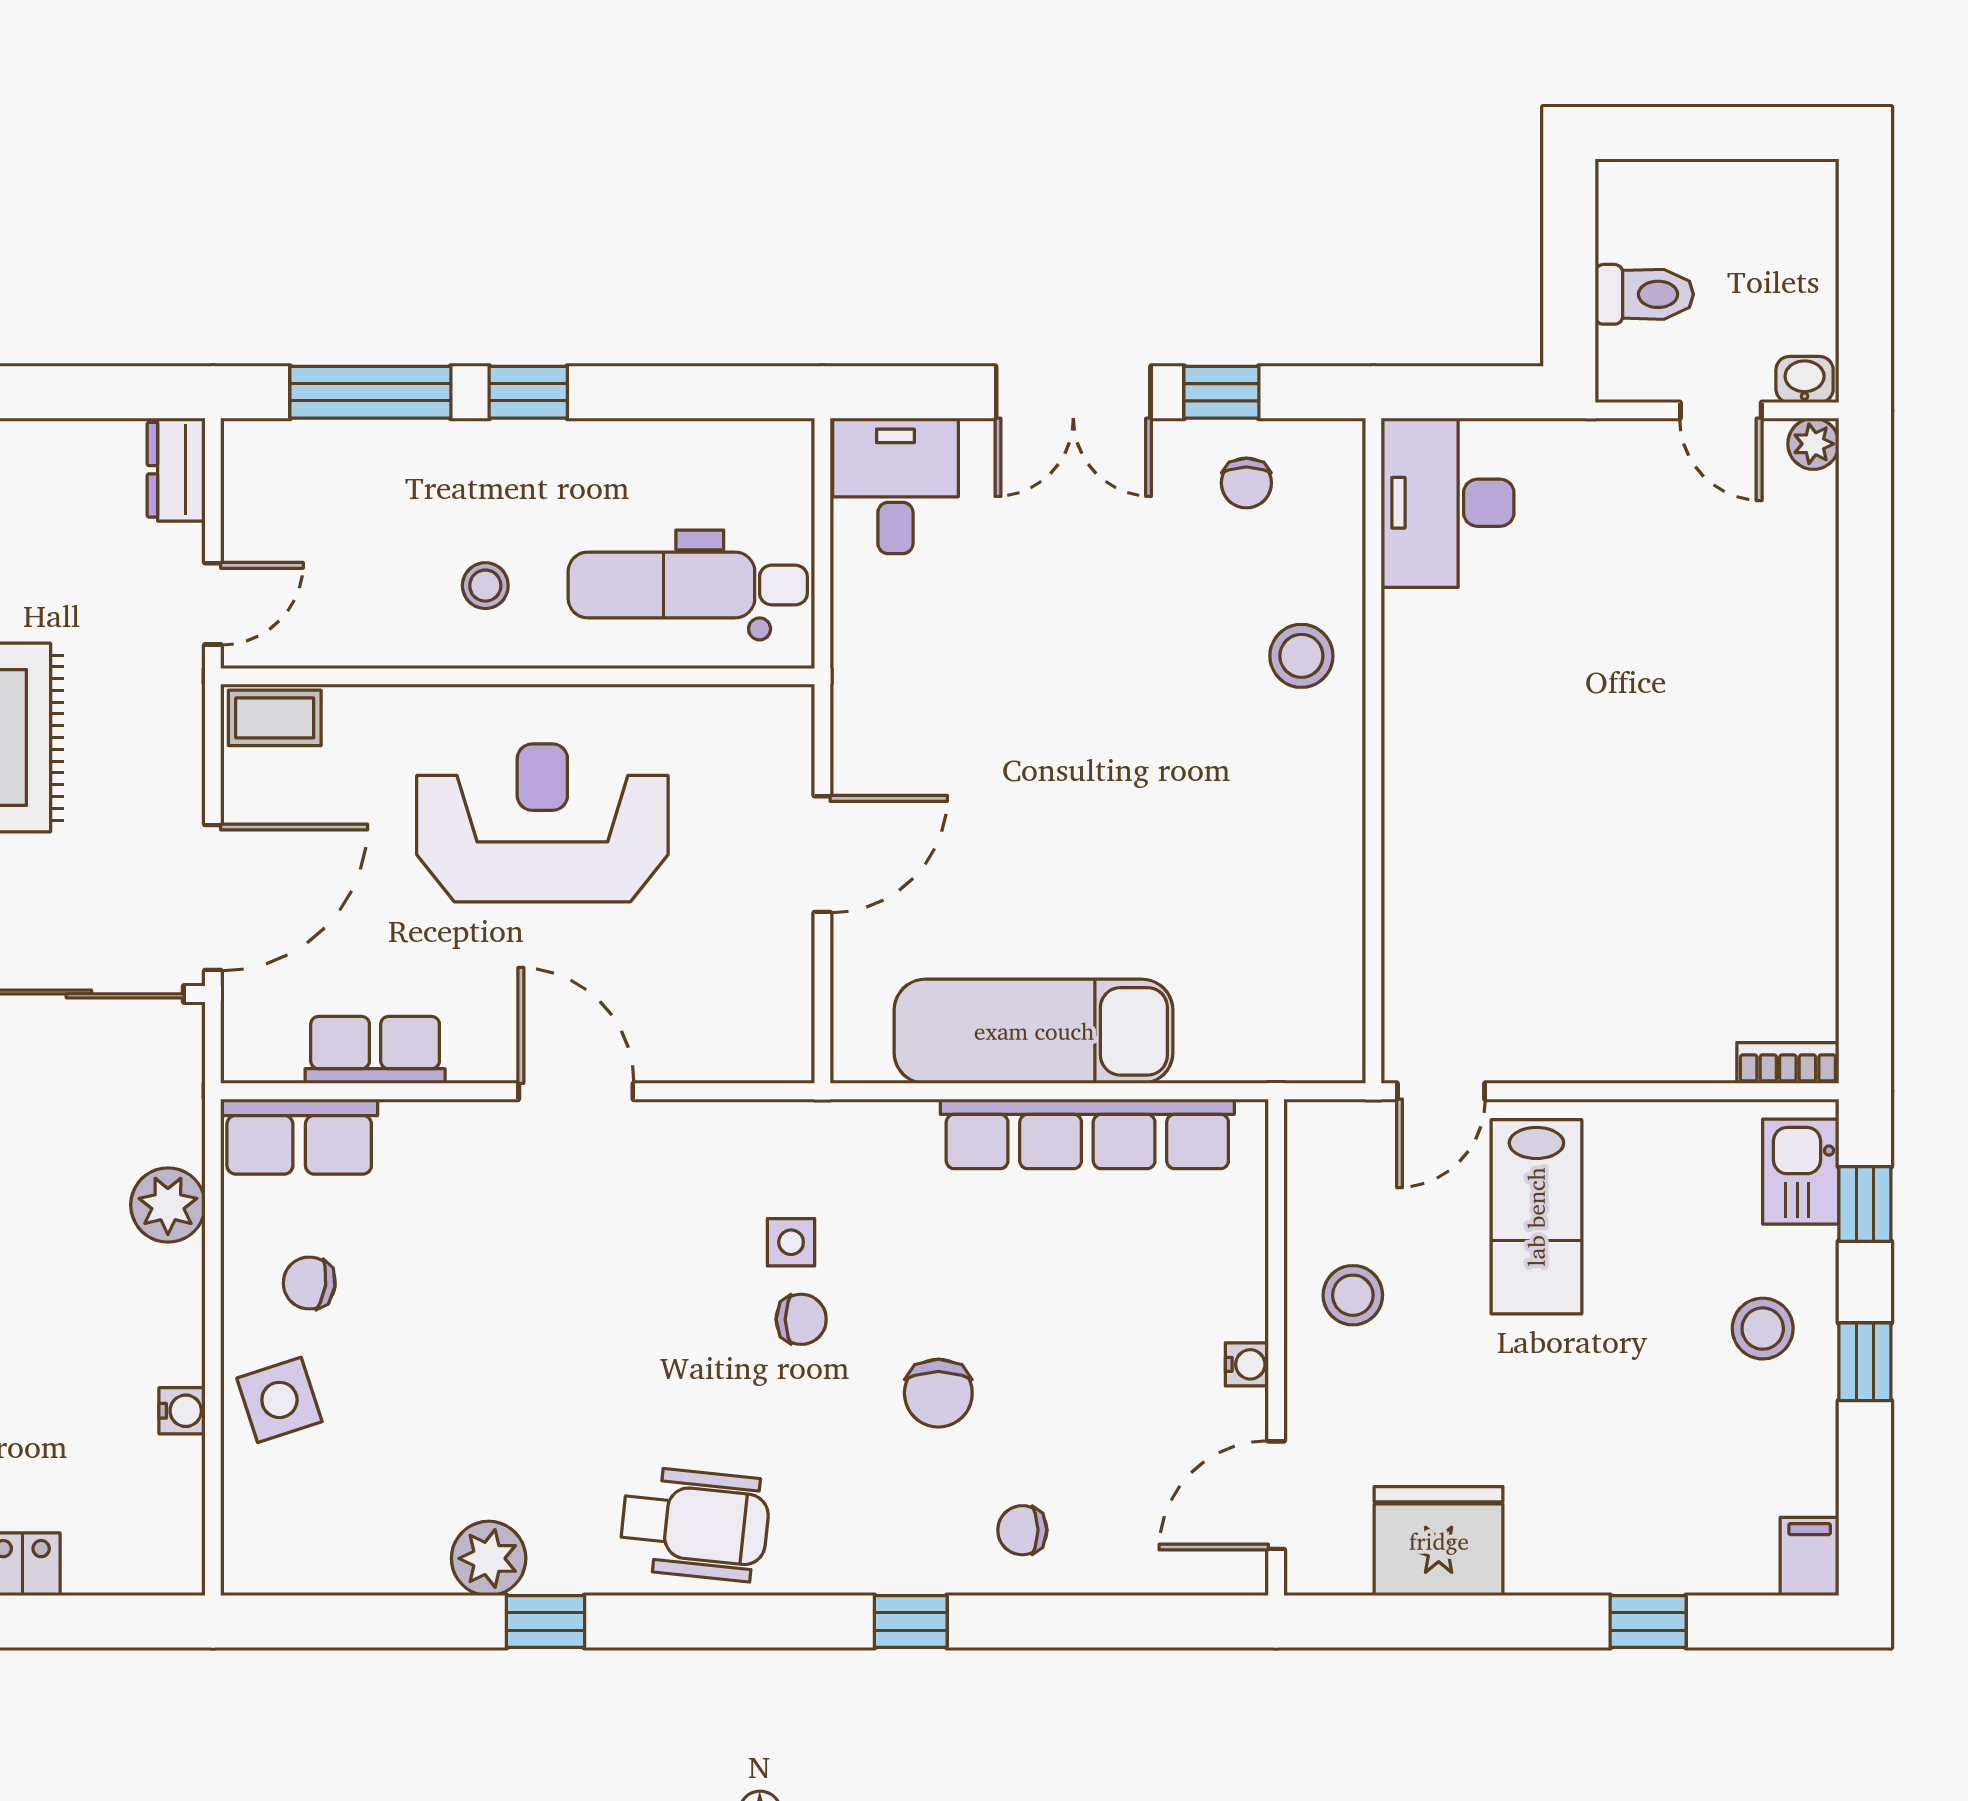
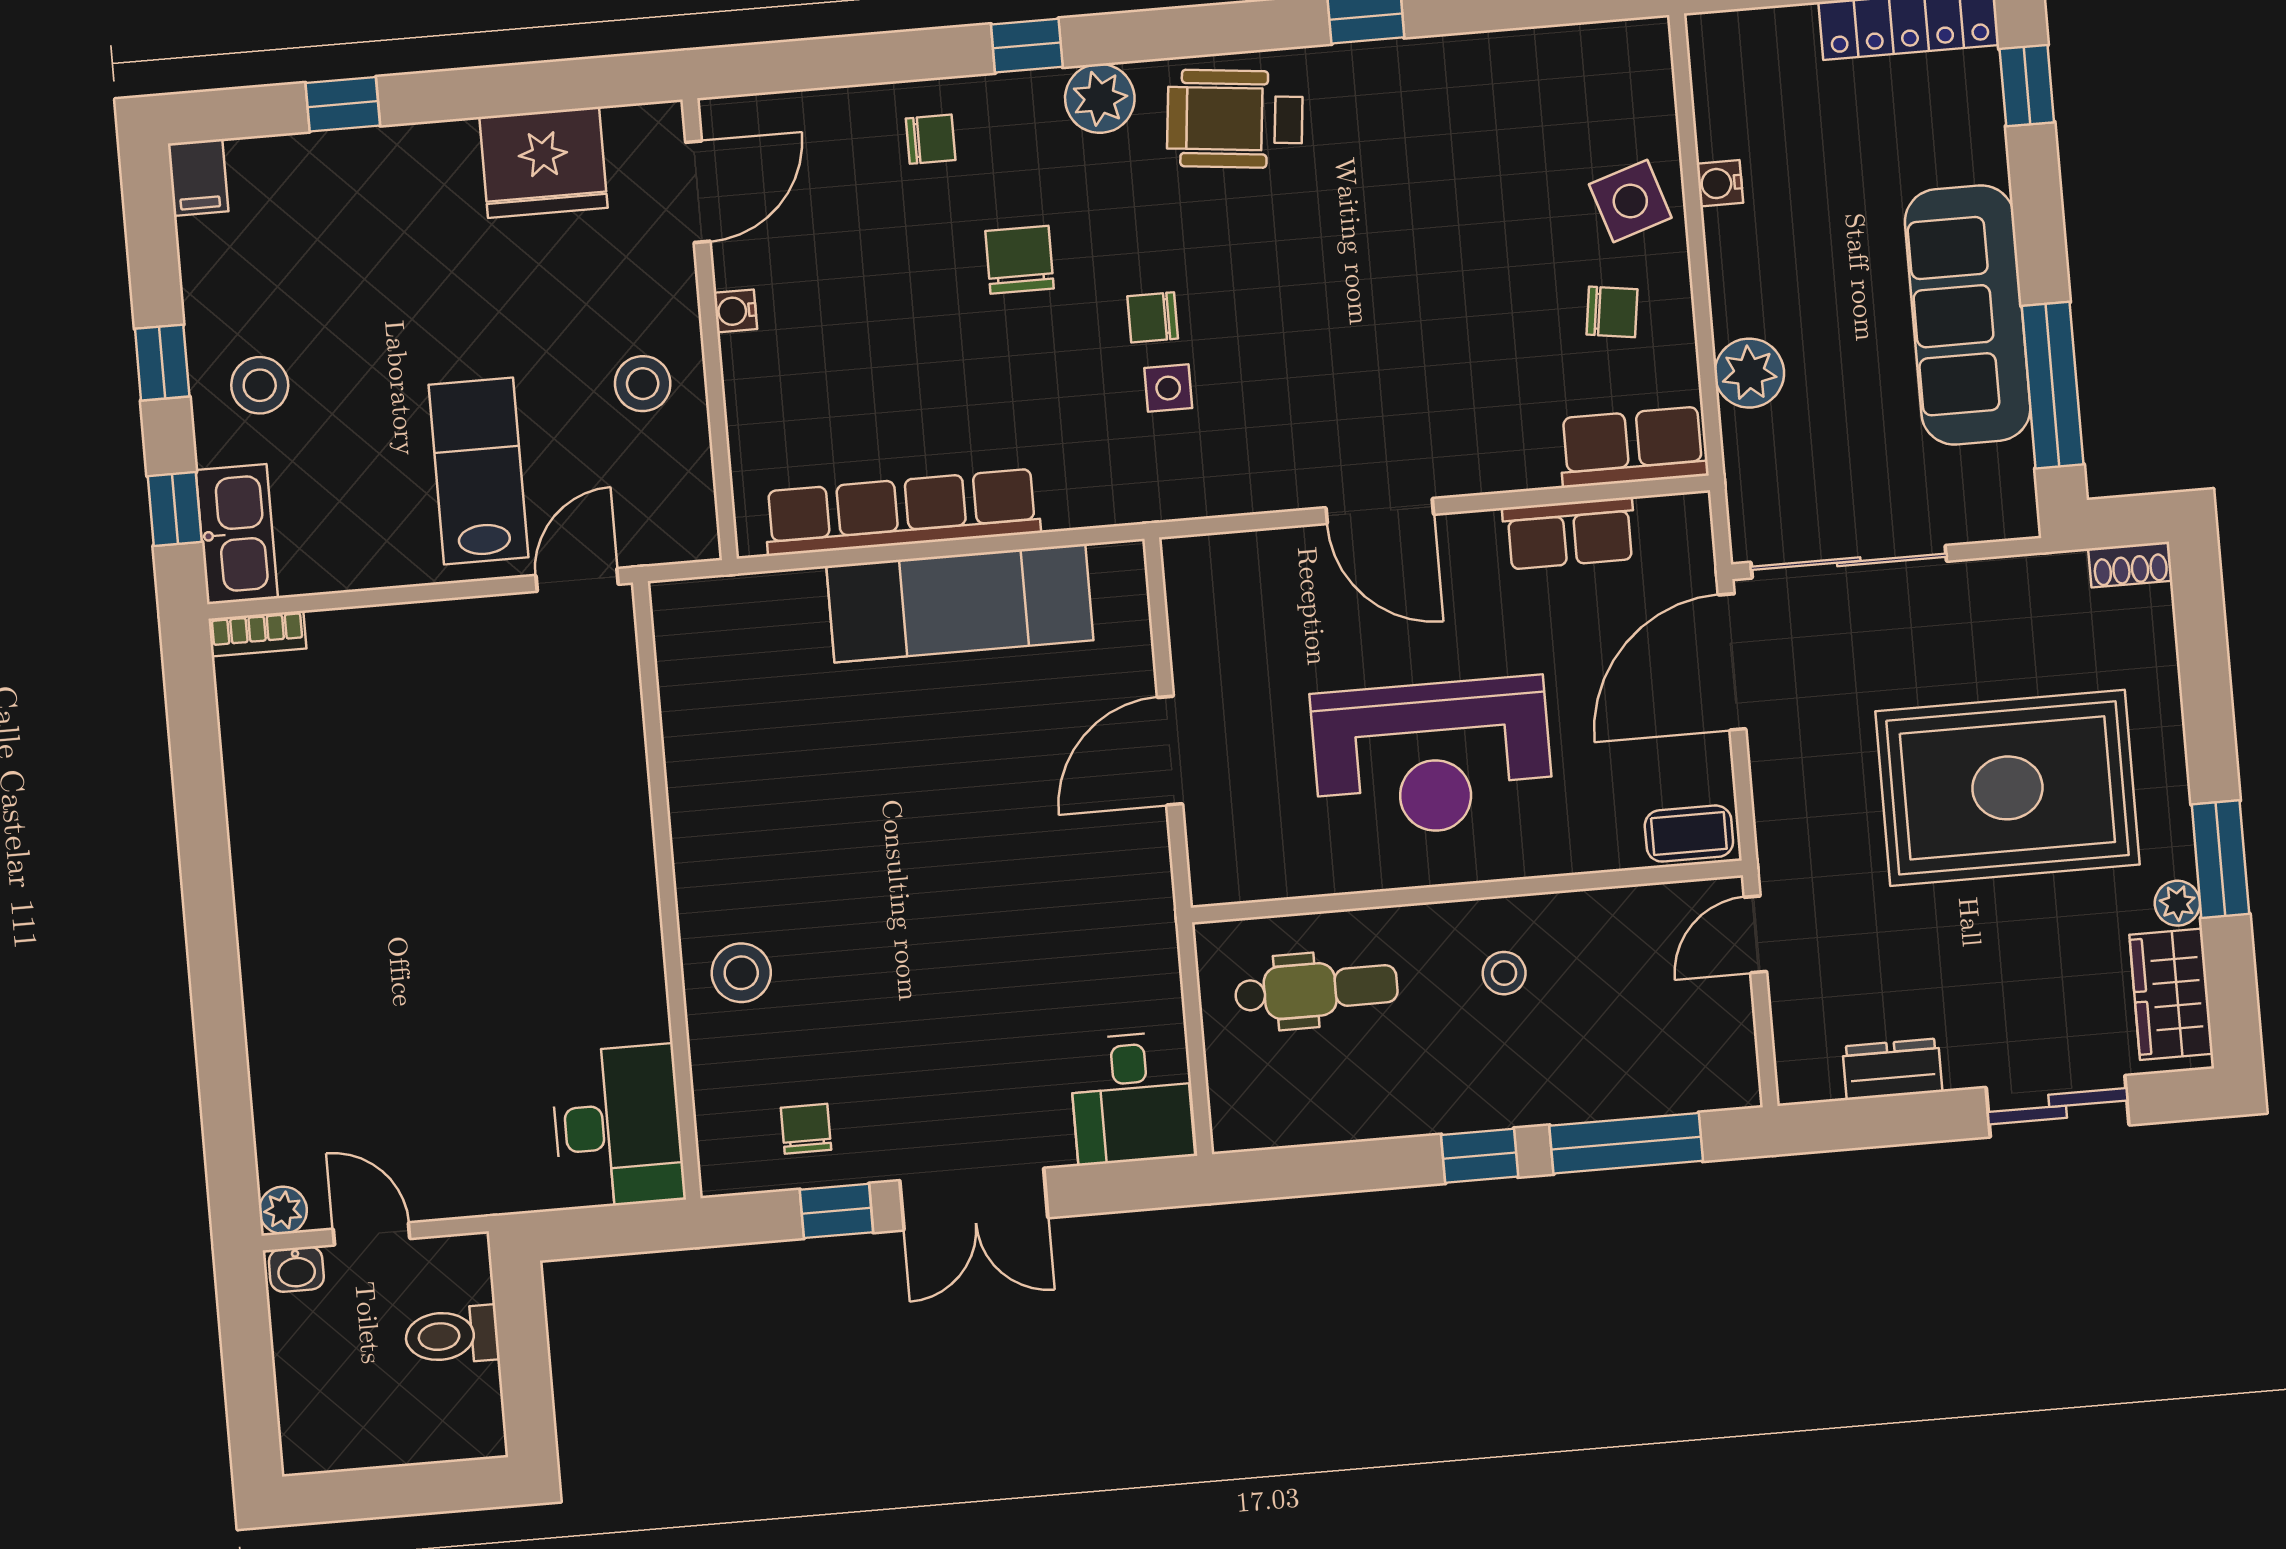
double door: (1073, 392) -> (974, 1199), swing flipped
dresser: (176, 470) -> (1892, 1069), moved, turned -90
dental chair: (688, 585) -> (1316, 990), width x0.73, depth x0.72
kitchen sink: (1801, 1172) -> (237, 534), width x1.38
plant: (489, 1558) -> (1100, 98), moved

